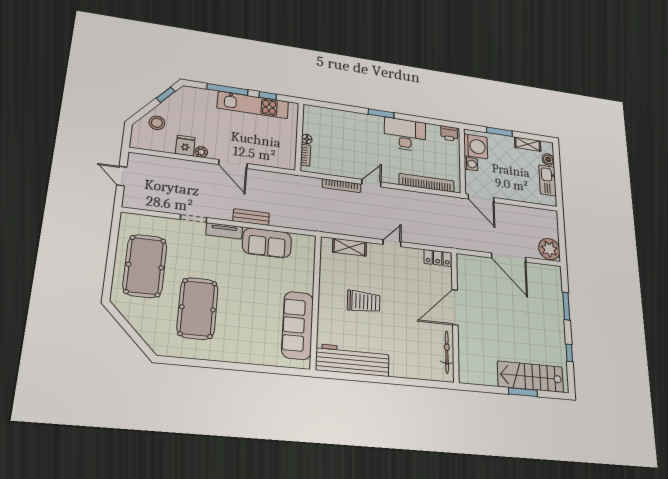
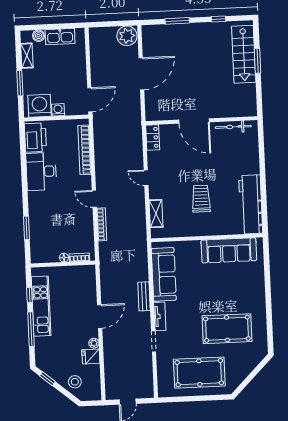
window: (381, 113) -> (26, 228), moved
printer: (449, 133) -> (35, 137), width x1.87, depth x1.48
sofa: (267, 243) -> (164, 274), width x1.36

